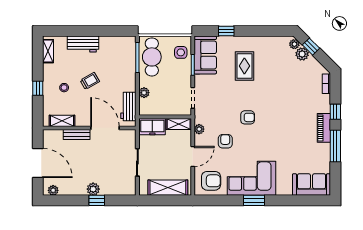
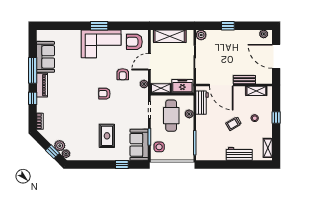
cafe table: (152, 57) -> (171, 116), moved
sofa: (312, 185) -> (46, 57), moved, turned -90
plant: (93, 189) -> (201, 35), moved

